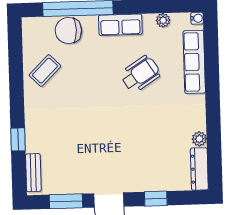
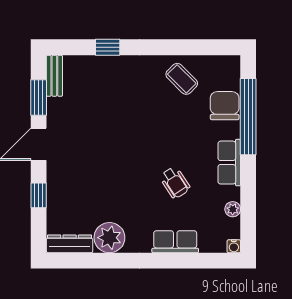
row of seats: (194, 62) -> (175, 242), width x0.68
wheelchair: (140, 74) -> (175, 183), width x0.73, depth x0.73
plant: (199, 139) -> (109, 238), width x1.87, depth x1.87
bench: (33, 173) -> (54, 76), moved, turned 90

